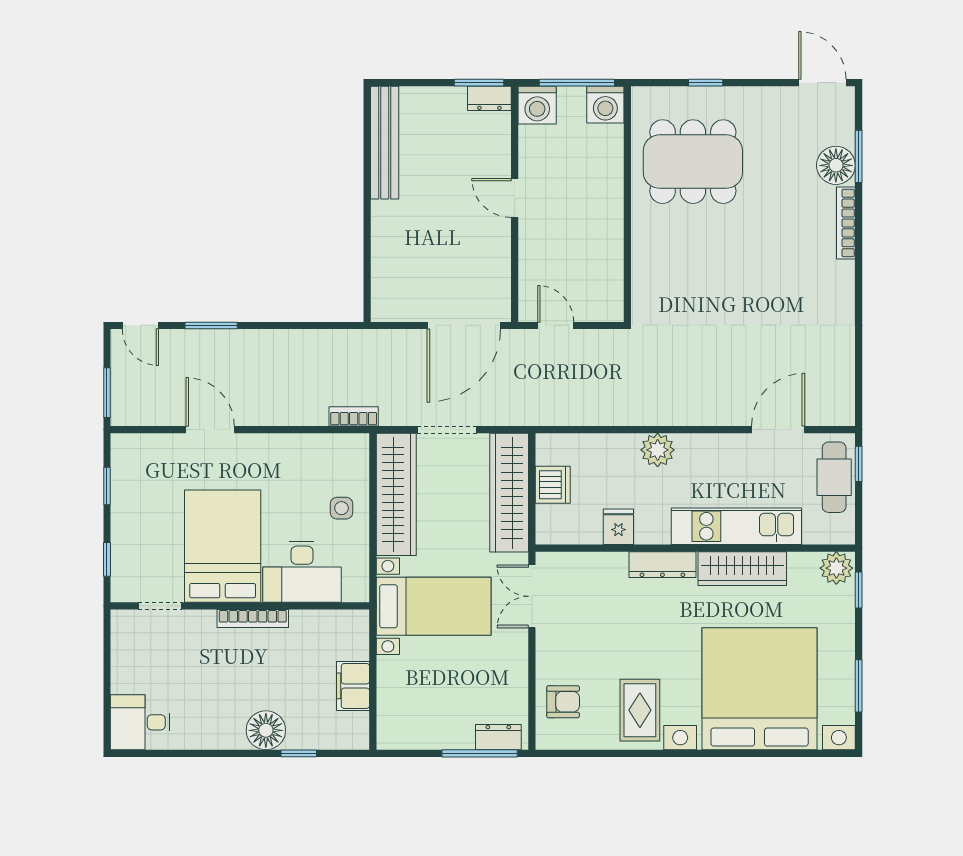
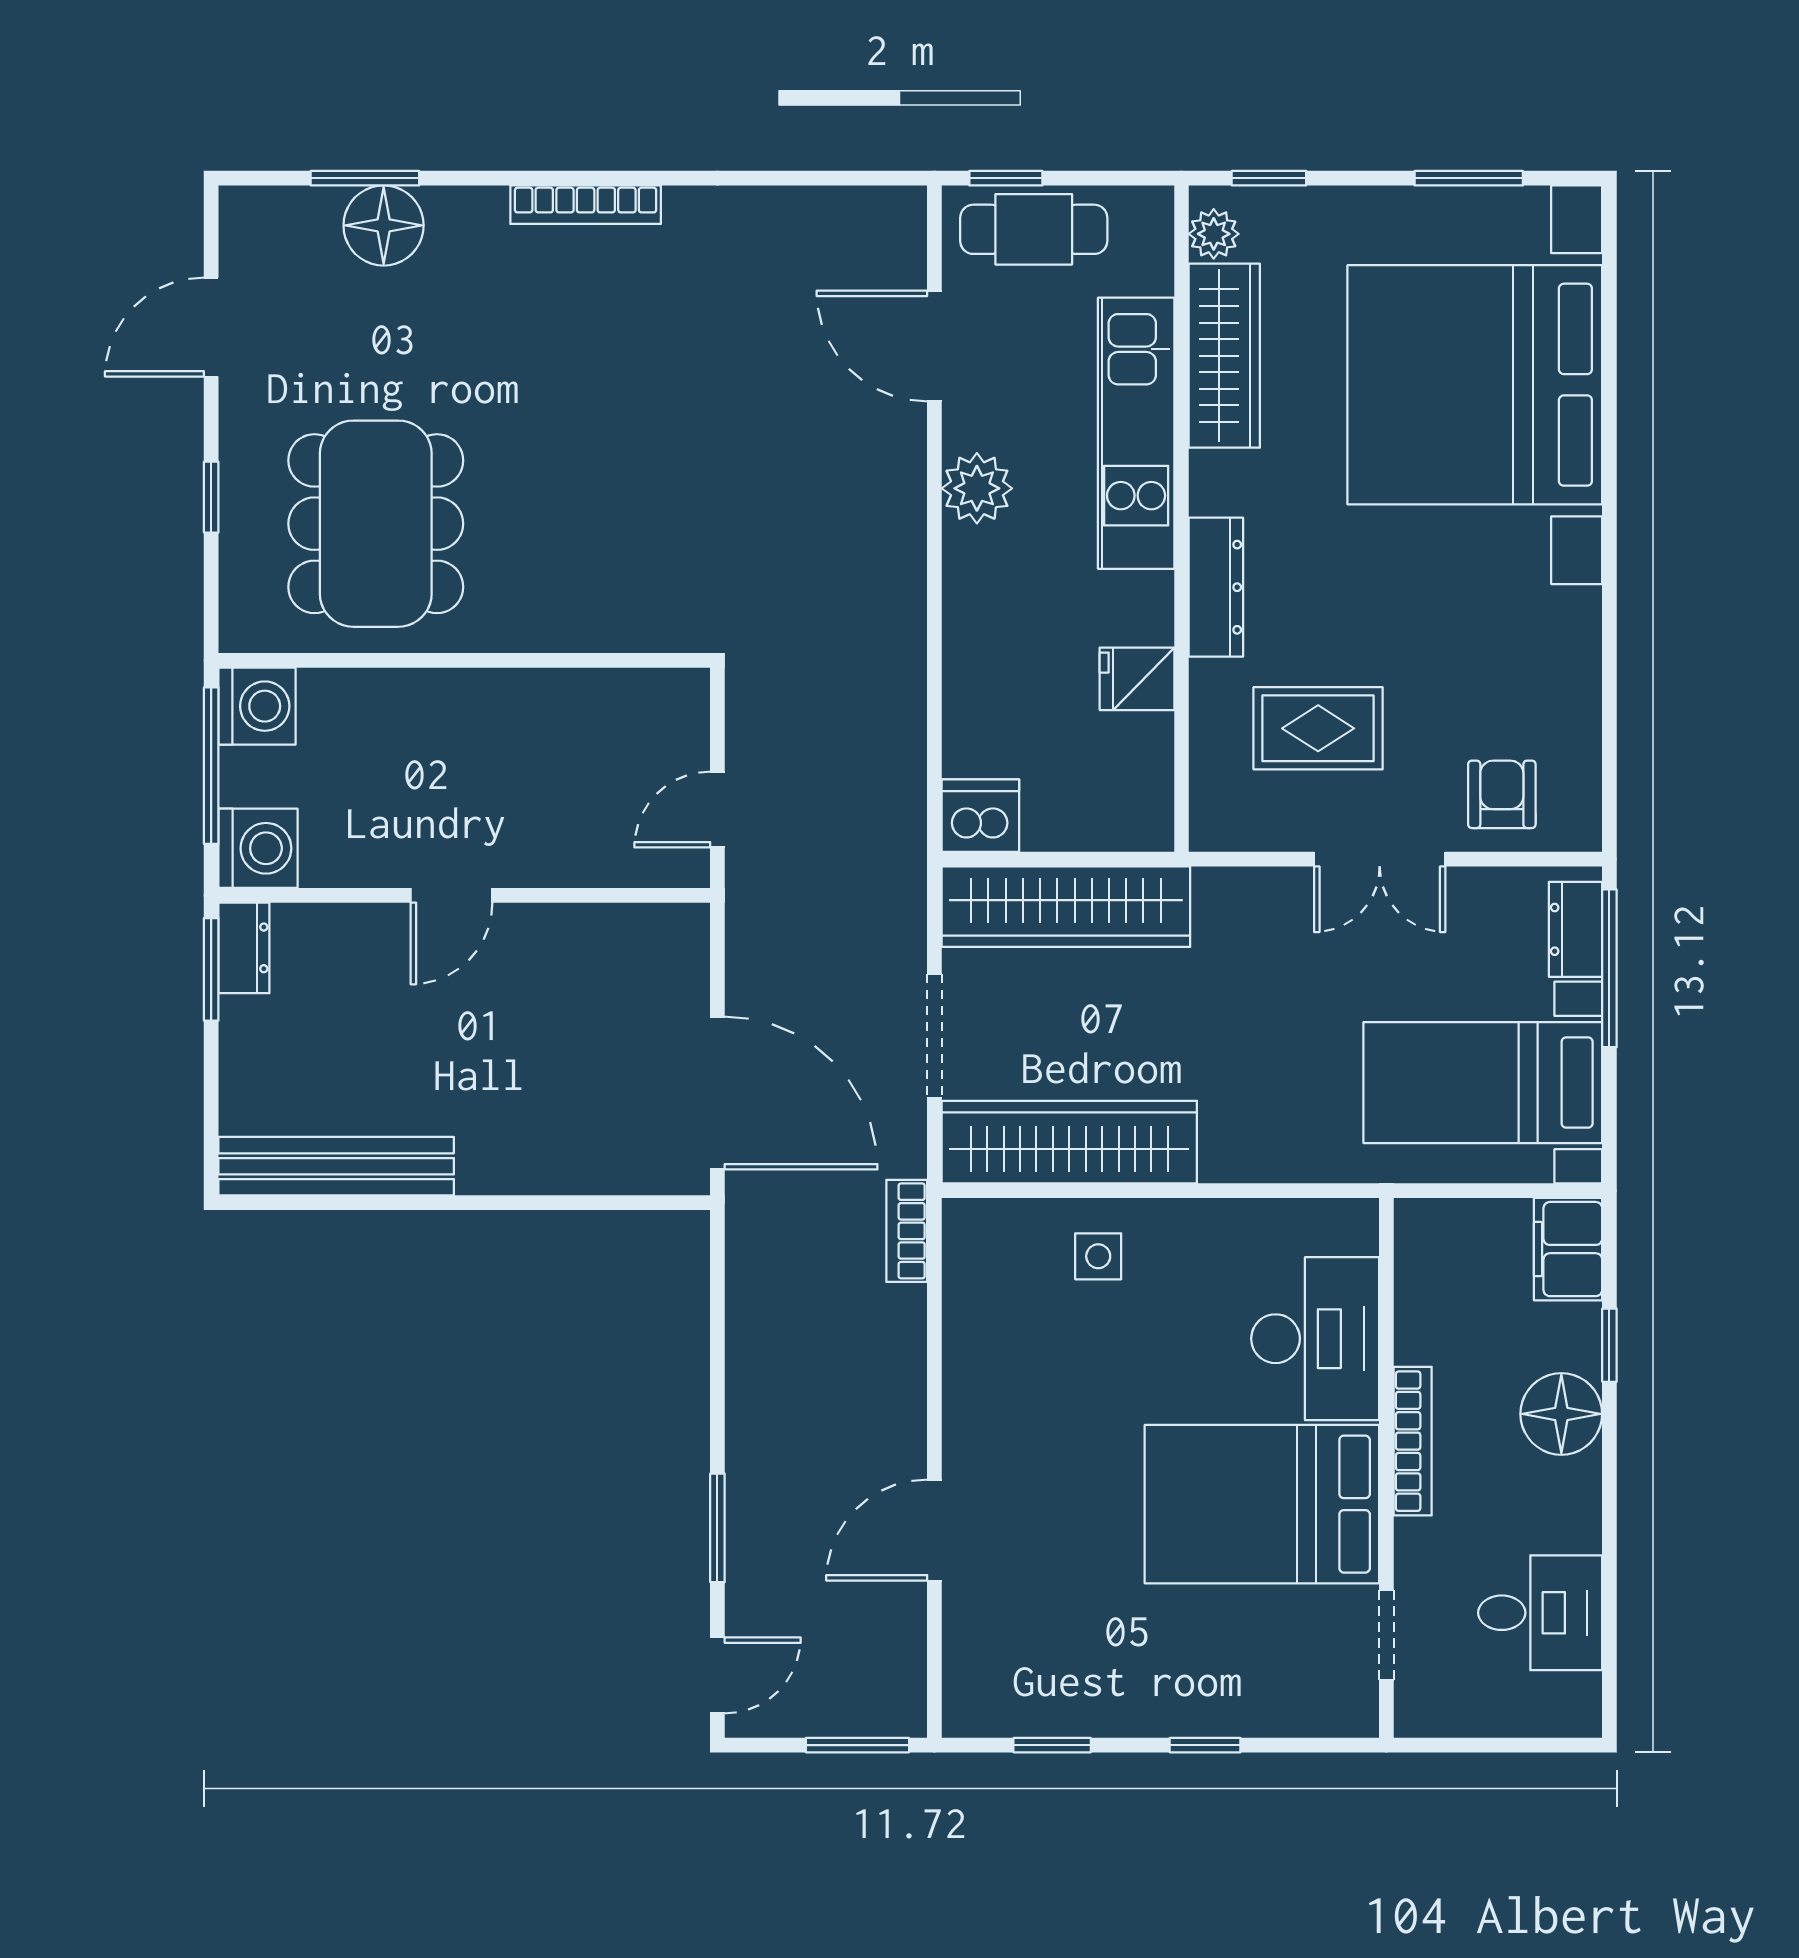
door: (822, 83) -> (211, 327), moved
bookcase: (846, 223) -> (586, 205), moved
door: (464, 325) -> (717, 1093), moved
plant: (658, 450) -> (977, 488), moved
dishwasher: (553, 485) -> (980, 816), moved
bed: (223, 546) -> (1262, 1504), moved
plant: (836, 568) -> (1214, 234), width x0.73, depth x0.73
wardrobe: (742, 569) -> (1224, 356), moved
desk: (302, 572) -> (1315, 1339), moved
double door: (532, 596) -> (1380, 859), moved
doorway: (160, 606) -> (1386, 1635), moved
wall: (240, 606) -> (1386, 1468), moved
bed with nightstands: (434, 606) -> (1483, 1083), moved, turned -90
bookcase: (253, 619) -> (1413, 1441), moved
filing cabinet: (353, 686) -> (1568, 1249), moved, turned 90
rug: (640, 710) -> (1318, 728), moved
desk: (140, 722) -> (1540, 1613), moved, turned -90

